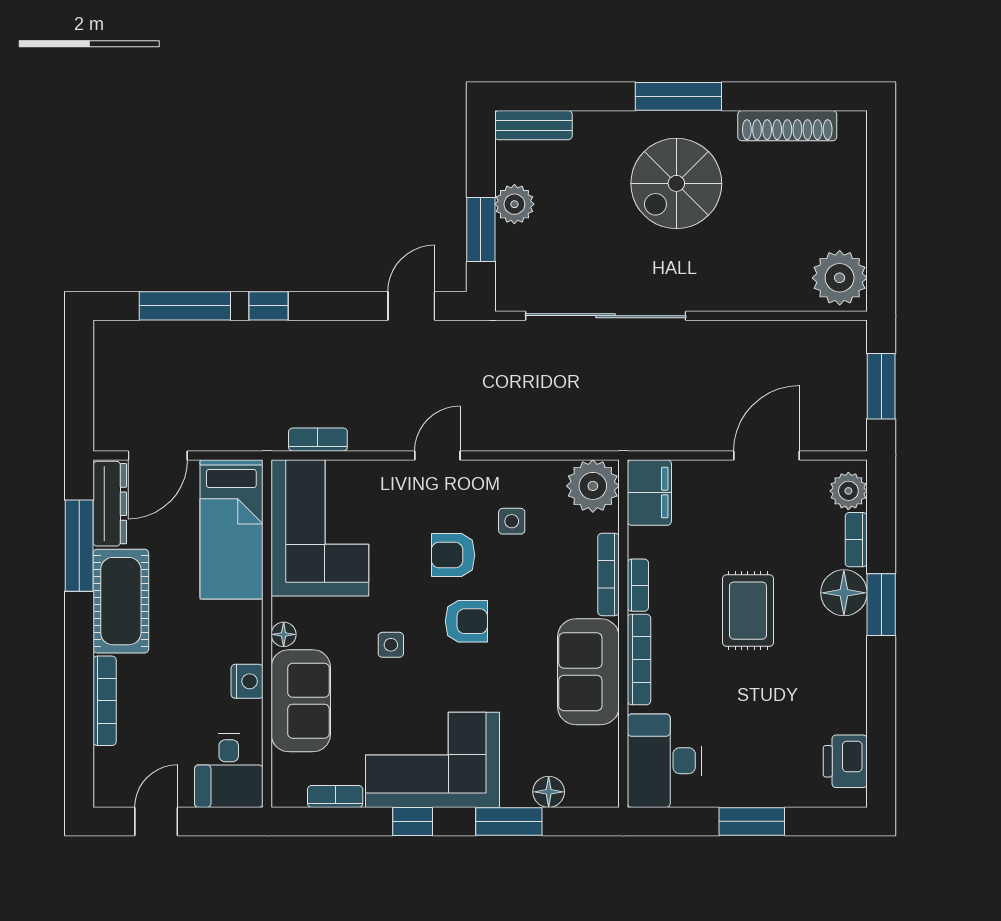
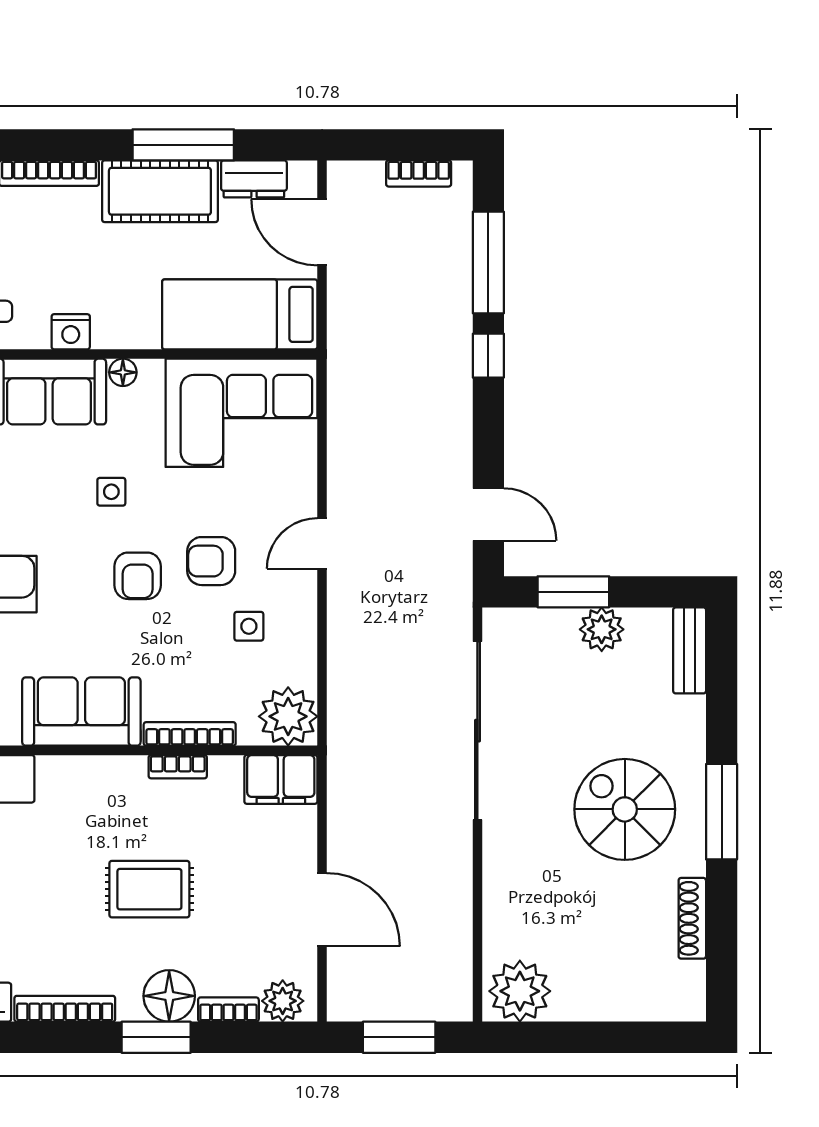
shoe rack: (787, 126) -> (692, 918), width x0.74, depth x0.81
bookcase: (318, 440) -> (419, 173), moved, turned 90
door: (437, 455) -> (322, 543), swing flipped
dresser: (110, 504) -> (254, 179), width x0.70
window: (79, 546) -> (183, 145), moved
armchair: (453, 555) -> (211, 561), turned -90
bookcase: (639, 659) -> (65, 1009), moved, turned 180

